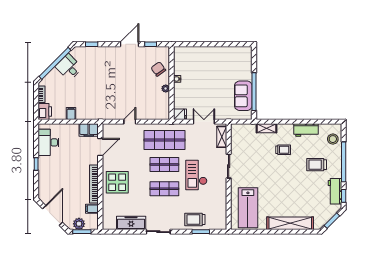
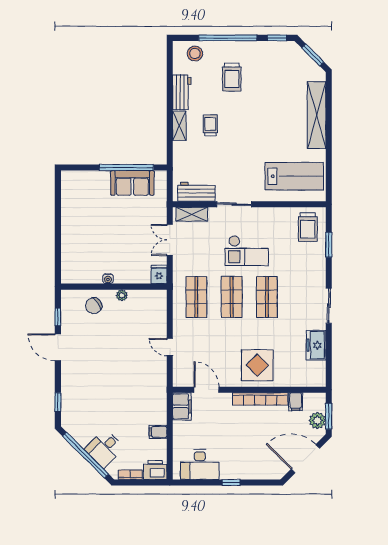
desk: (69, 67) -> (104, 448), moved
shelving: (267, 128) -> (179, 126), moved
shop shelf: (164, 140) -> (196, 297), width x0.70, depth x0.74
workbench: (335, 191) -> (196, 192), moved, turned 180
trolley: (195, 220) -> (308, 227), moved
freezer: (131, 223) -> (316, 345), width x0.71

